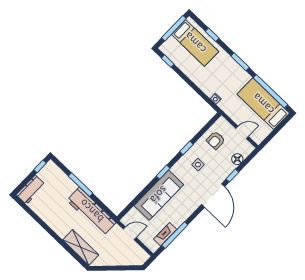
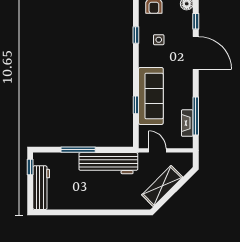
window: (163, 172) -> (136, 105), moved
workbench: (31, 190) -> (41, 188), width x1.38
door: (130, 233) -> (157, 150), hinge flipped
shelving: (81, 247) -> (162, 186), moved, turned -45

